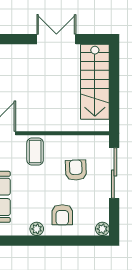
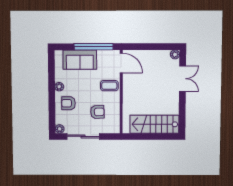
double door: (56, 39) -> (183, 79), moved
sliding door: (114, 173) -> (83, 136), moved

